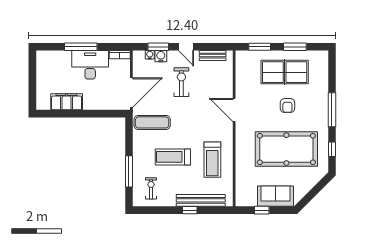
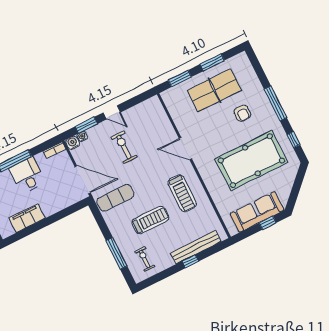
water cooler: (161, 56) -> (73, 143), moved
bench: (213, 56) -> (141, 108), removed
desk: (90, 65) -> (27, 175), width x0.73
door: (131, 93) -> (83, 180), hinge flipped
armchair: (287, 106) -> (242, 113), moved
treadmill: (173, 157) -> (150, 220), turned 180
treadmill: (212, 160) -> (182, 193), moved
sofa: (275, 196) -> (257, 212), width x1.36
window: (262, 210) -> (268, 223), moved

